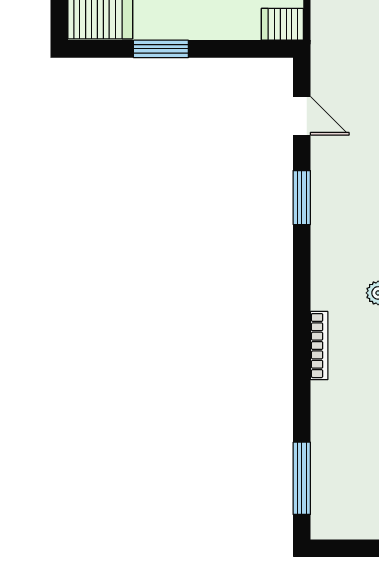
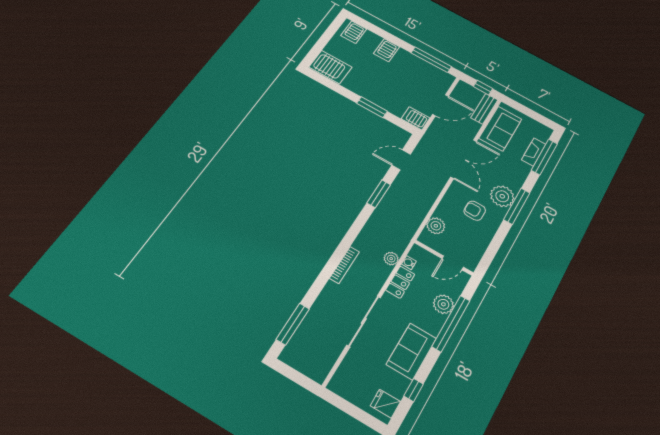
window: (161, 49) -> (372, 107), moved
door: (302, 116) -> (401, 160), swing flipped

